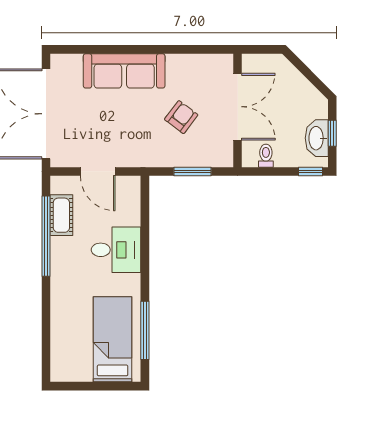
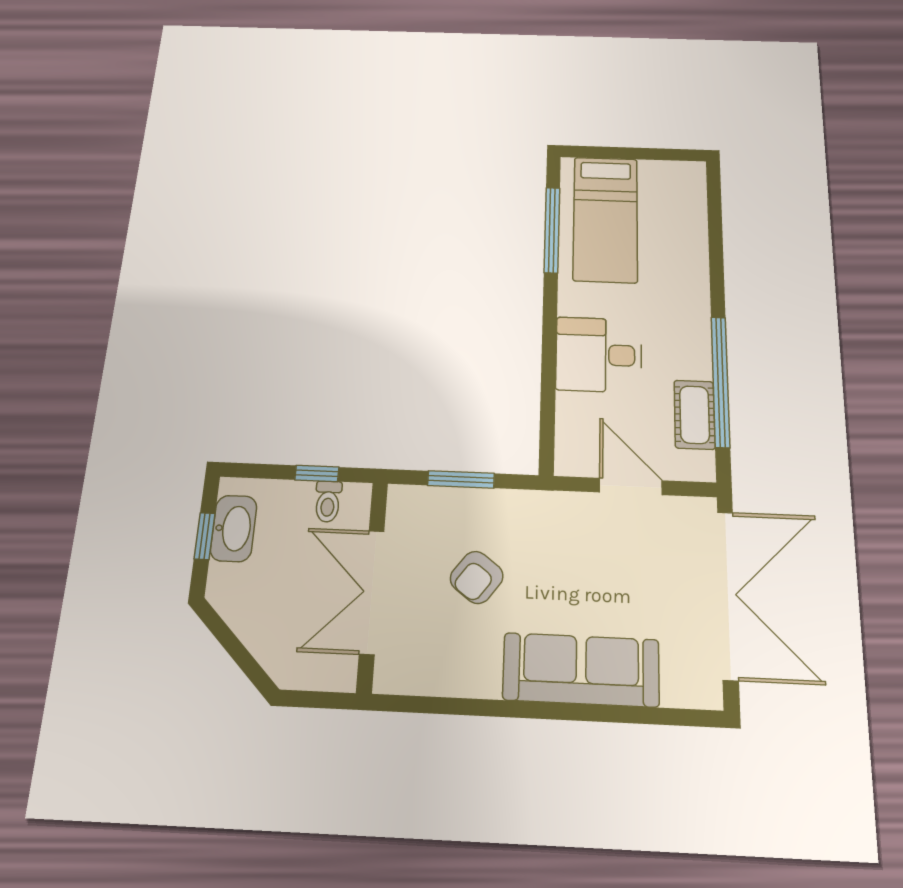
window: (310, 171) -> (317, 473), moved

